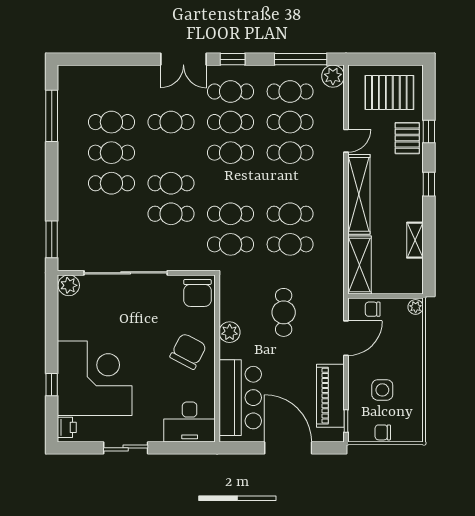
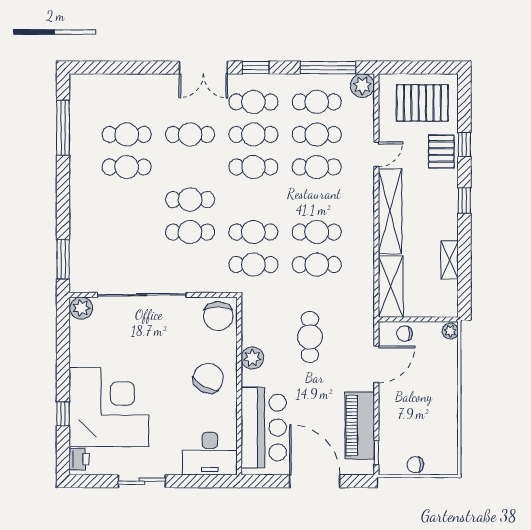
cafe table: (111, 183) -> (127, 199), removed
side table: (382, 390) -> (415, 419), removed

